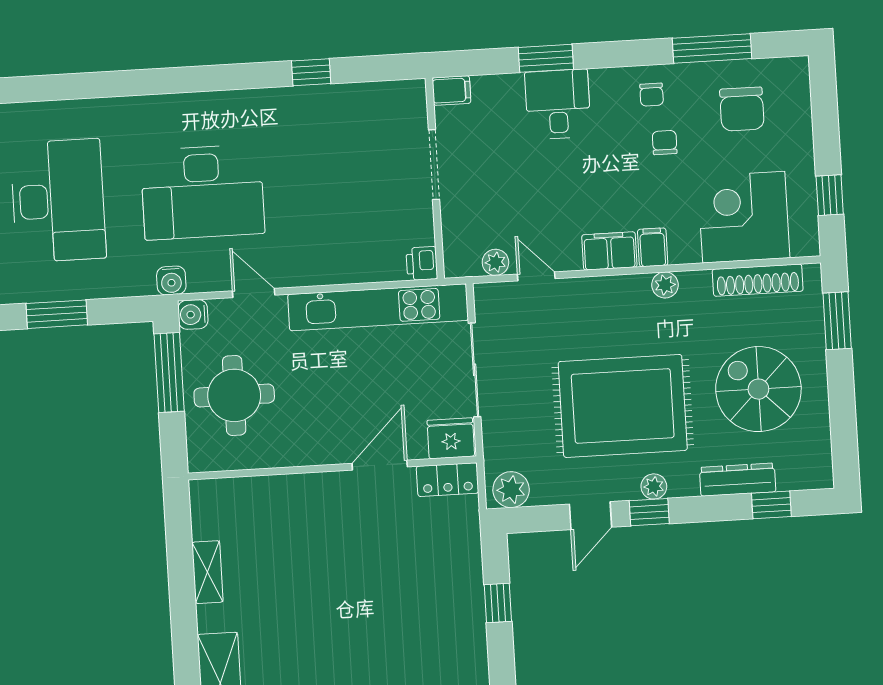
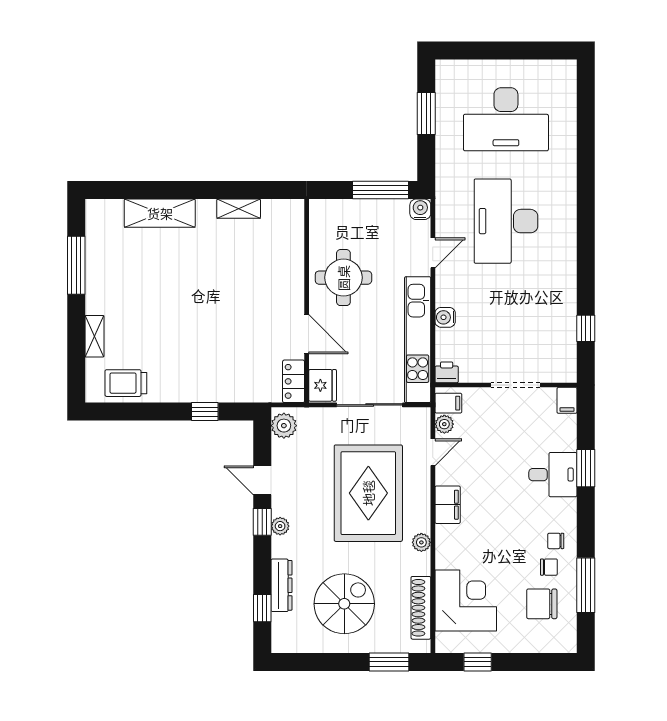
window: (311, 72) -> (586, 328), moved
chair: (665, 143) -> (549, 567), moved
filing cabinet: (653, 247) -> (448, 403), moved
water cooler: (171, 281) -> (445, 317), moved
round table: (234, 395) -> (343, 278), moved
rug: (623, 406) -> (368, 493), moved

